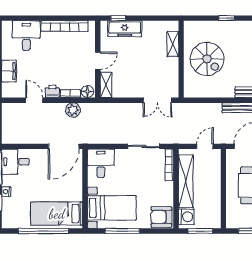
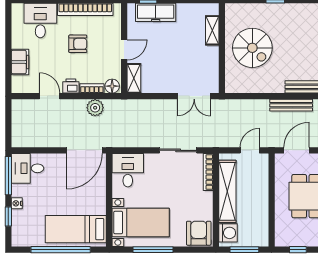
armchair: (58, 56) -> (78, 44), added
armchair: (161, 217) -> (199, 233), turned 90

